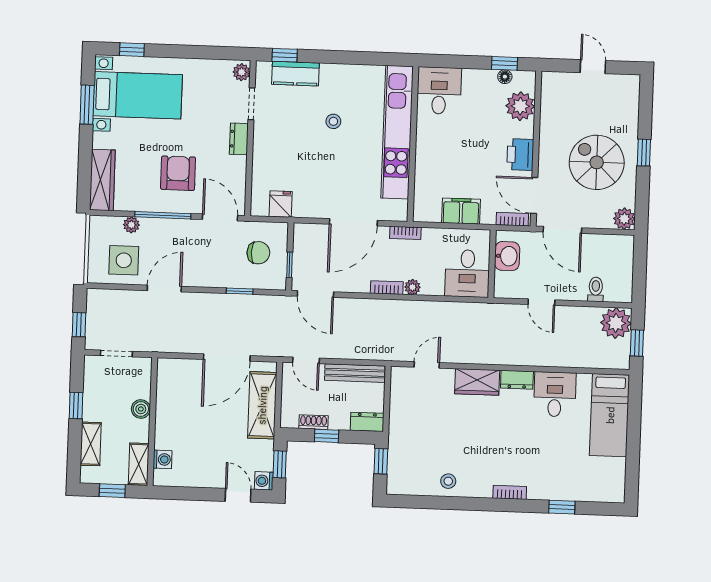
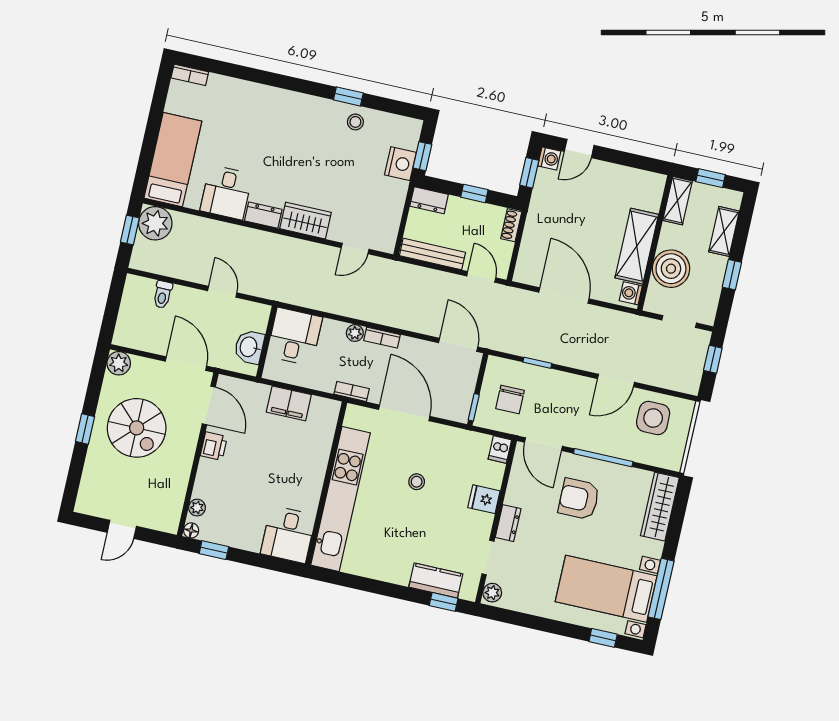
door: (593, 67) -> (122, 529), hinge flipped
floor lamp: (505, 77) -> (191, 530), moved
window: (87, 105) -> (661, 589), width x1.44
plant: (520, 106) -> (197, 508), width x0.53, depth x0.53
stool: (333, 121) -> (417, 482), moved
printer: (520, 155) -> (214, 446), width x0.73, depth x0.81
armchair: (178, 173) -> (579, 499), turned 90
fridge: (281, 204) -> (484, 499), moved, turned 90
dishwasher: (259, 205) -> (500, 450), added
bookcase: (512, 219) -> (236, 385), removed
door: (353, 222) -> (404, 413), hinge flipped
plant: (131, 225) -> (638, 454), removed
chair: (258, 253) -> (510, 399), turned -90
window: (290, 265) -> (474, 407), moved
plant: (616, 323) -> (155, 223), moved
door: (227, 357) -> (564, 296), hinge flipped
shelving: (262, 405) -> (637, 246), moved
boiler: (141, 409) -> (671, 269), width x1.86, depth x1.86
shoe rack: (314, 422) -> (511, 225), moved, turned 90
nightstand: (400, 451) -> (400, 164), added
washing machine: (162, 459) -> (631, 293), moved
bookcase: (510, 492) -> (190, 75), moved
door: (238, 495) -> (579, 148), hinge flipped
window: (562, 507) -> (348, 96), moved

